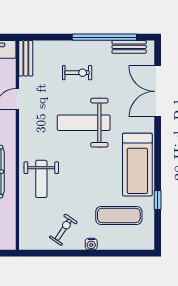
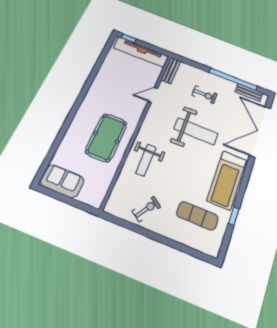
double door: (158, 91) -> (260, 131), width x1.36
weight bench: (84, 123) -> (196, 131), turned 180
water cooler: (91, 244) -> (165, 231), removed

